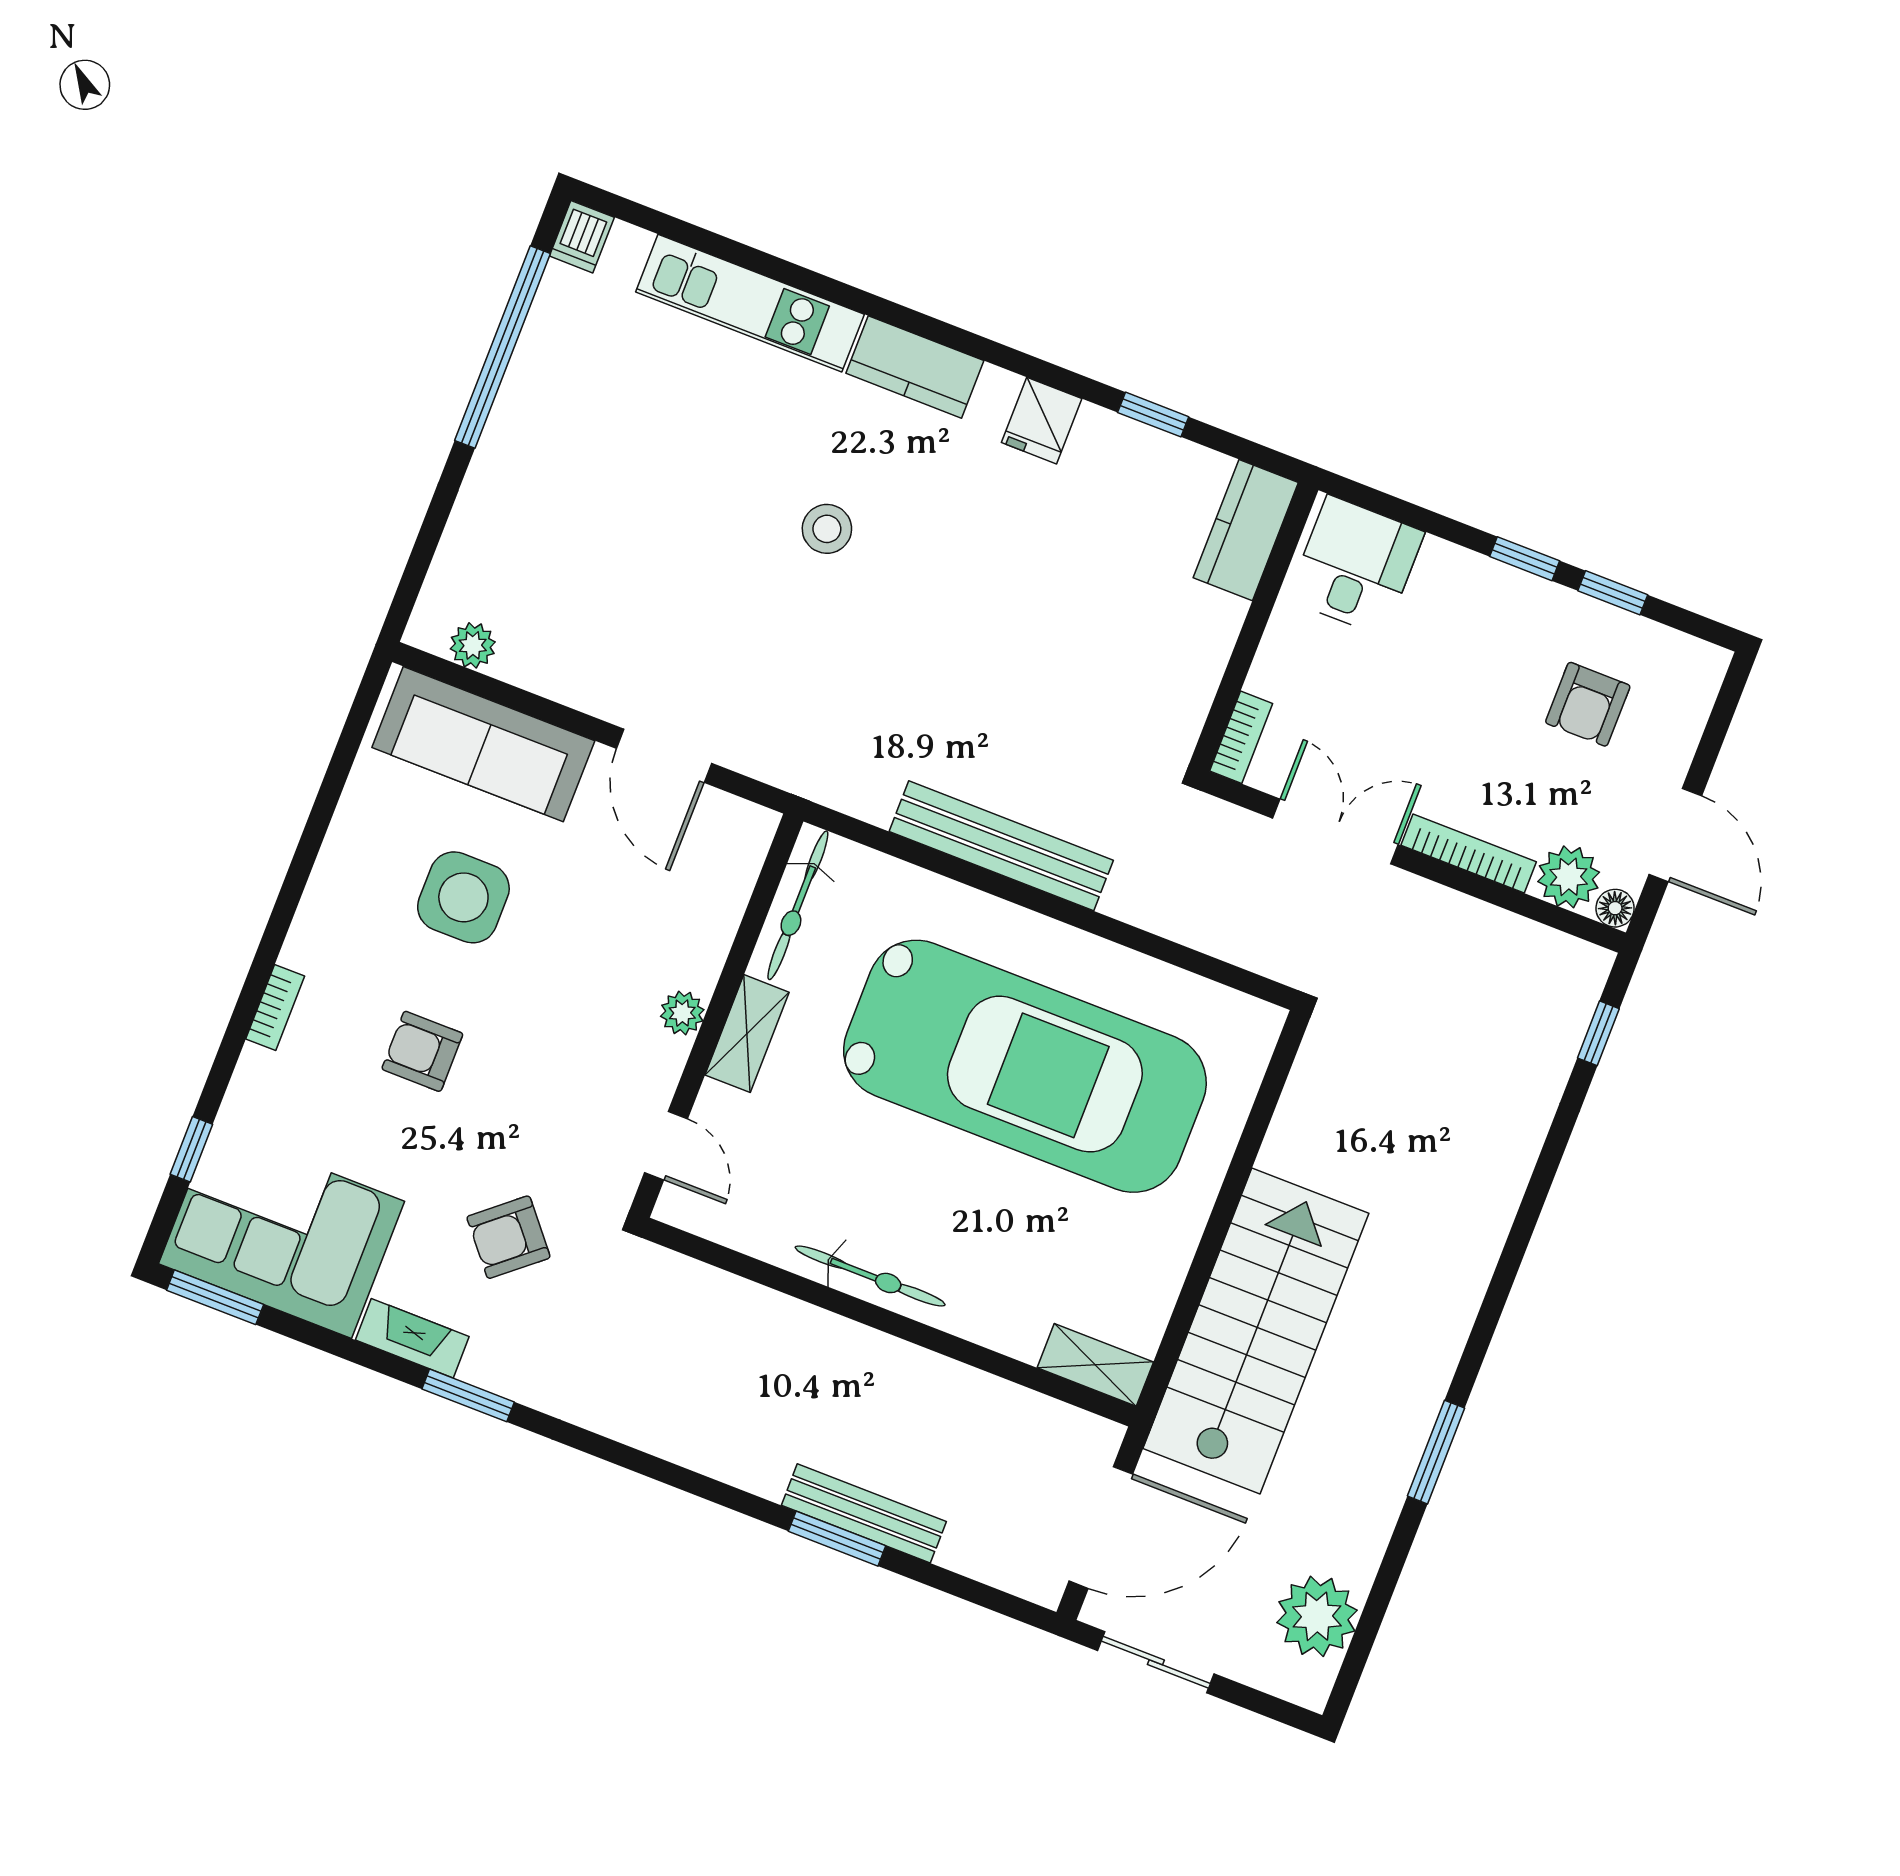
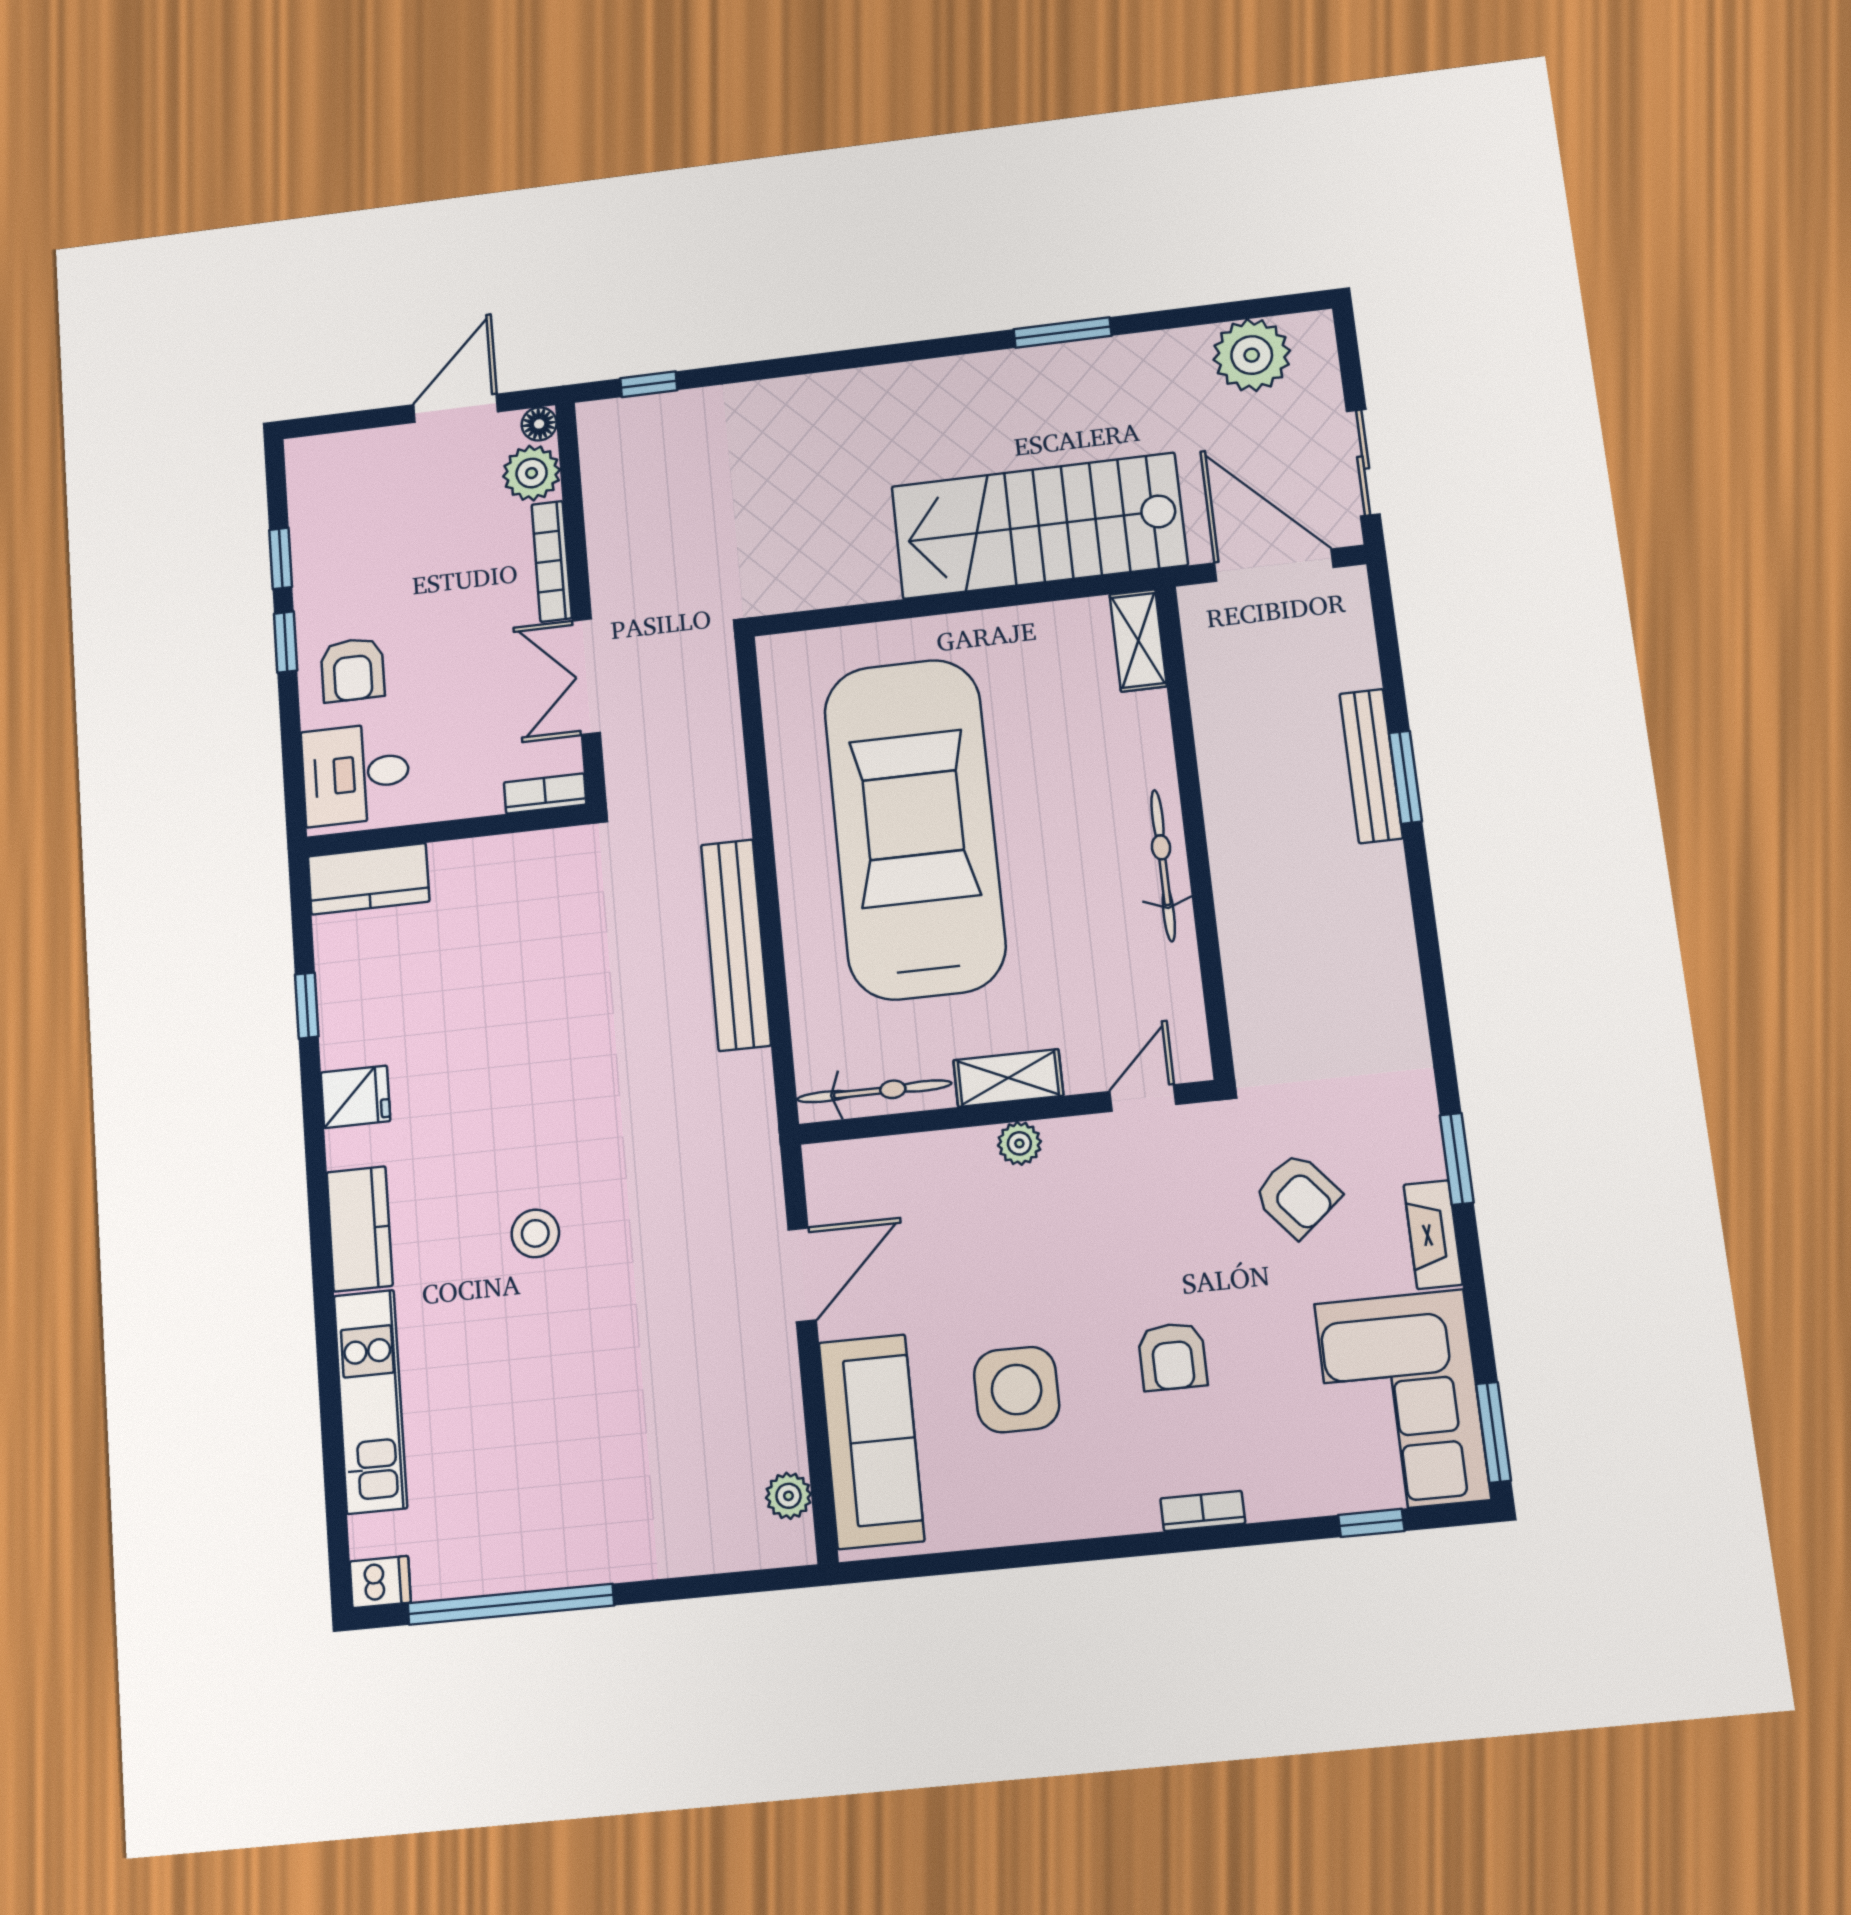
armchair: (1588, 704) -> (353, 670), moved, turned 90

